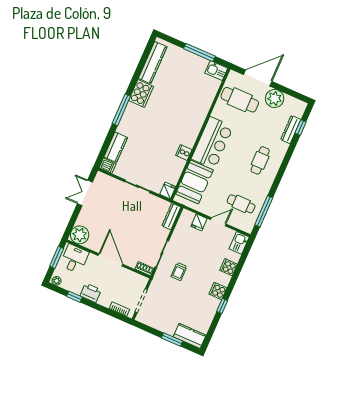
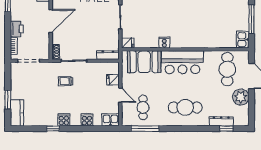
cafe table: (260, 160) -> (185, 107), width x1.37, depth x1.35
printer: (91, 293) -> (17, 29), moved

